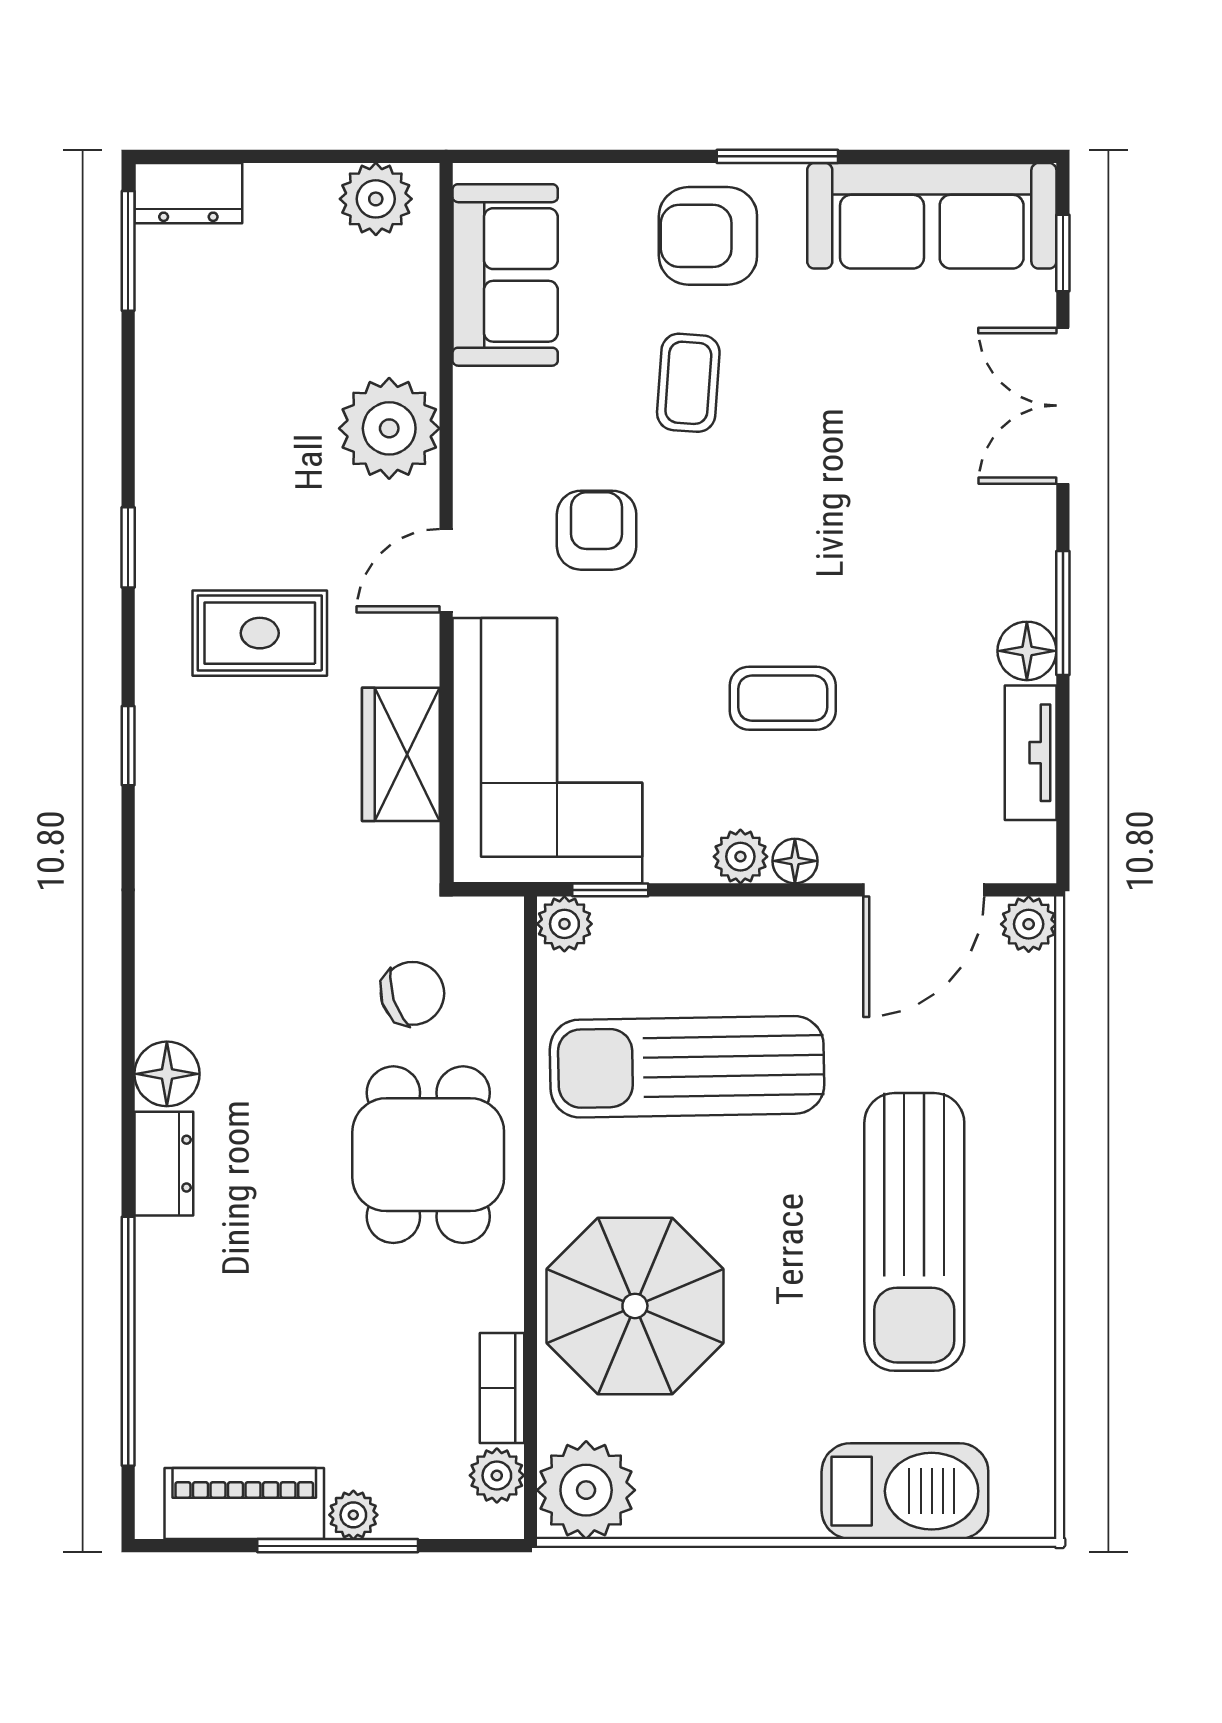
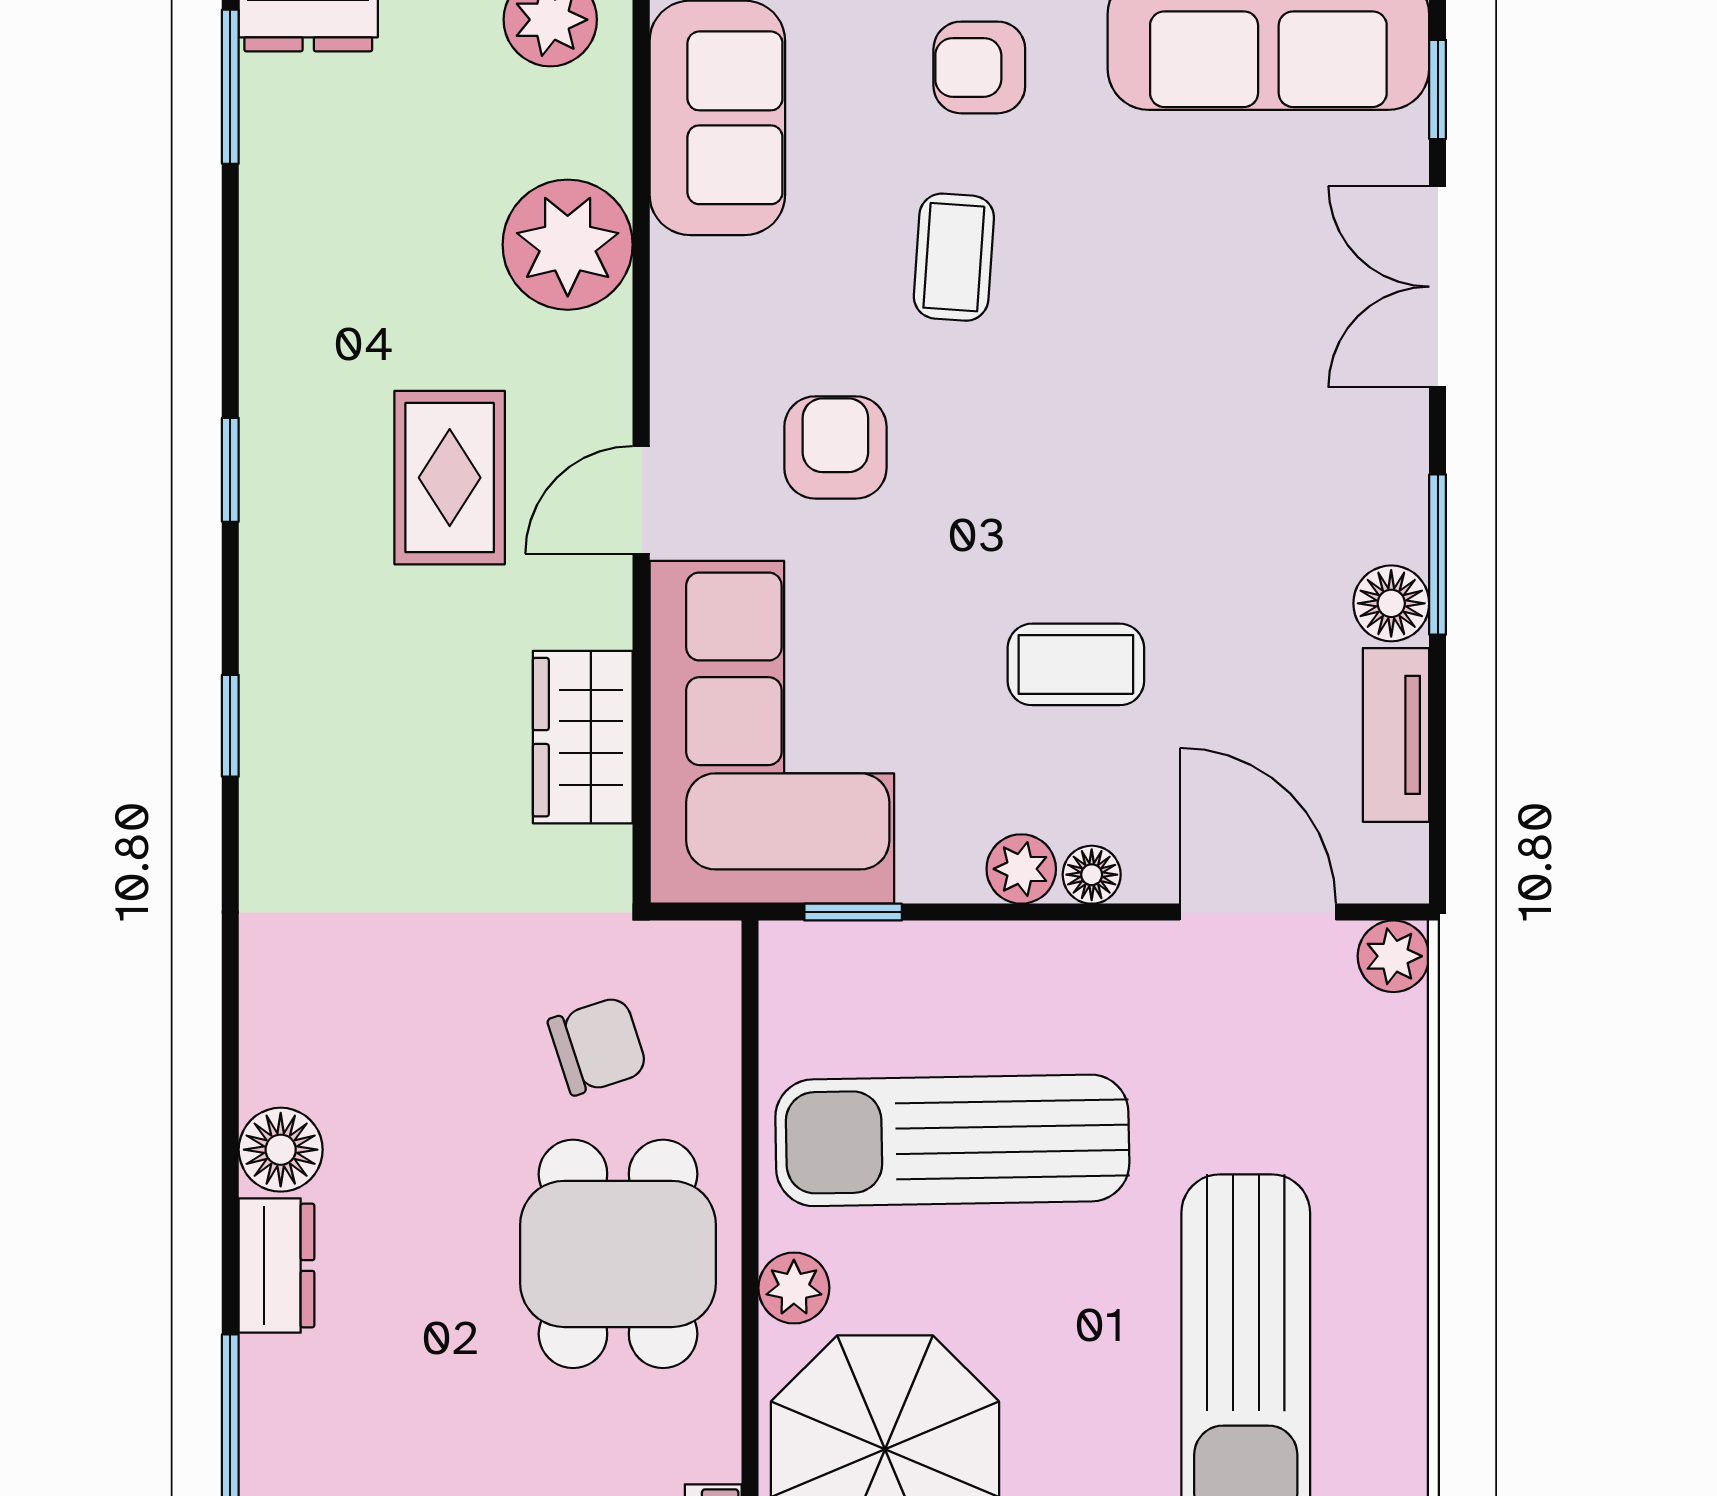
armchair: (708, 236) -> (979, 67), width x0.72, depth x0.72
plant: (389, 428) -> (568, 245), moved
rug: (260, 633) -> (450, 478), moved, turned 90
door: (924, 890) -> (1258, 912), swing flipped
plant: (564, 924) -> (794, 1288), moved

